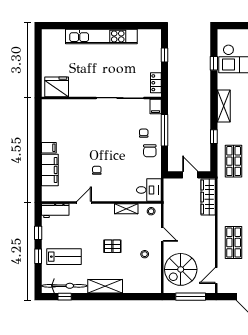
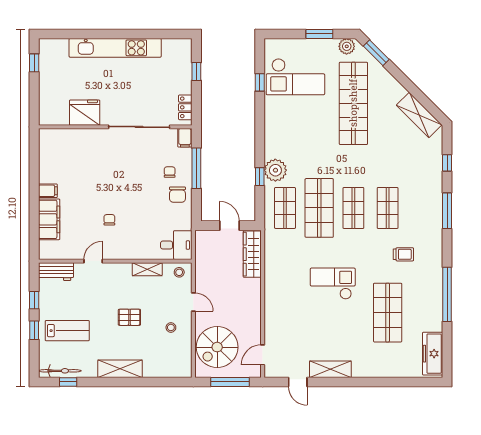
window: (38, 48) -> (34, 63), added
fridge: (57, 87) -> (85, 113), moved
shelving: (224, 106) -> (272, 137), removed
plant: (226, 132) -> (275, 170), added
shop shelf: (234, 243) -> (285, 313), removed
bicycle: (64, 286) -> (60, 371), width x0.73, depth x0.71

